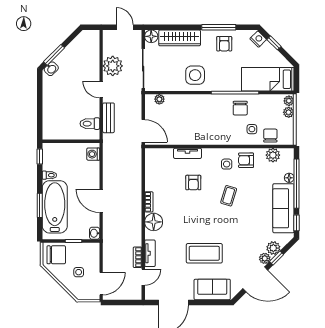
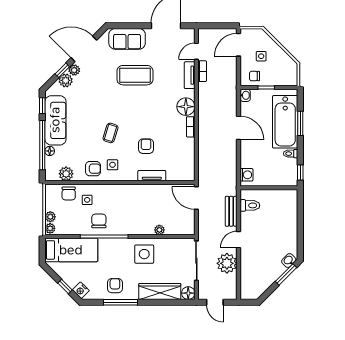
door: (101, 90) -> (239, 240), swing flipped
plant: (159, 99) -> (159, 230), moved
chair: (56, 255) -> (254, 76), moved, width x0.54, depth x0.54

